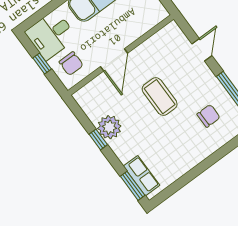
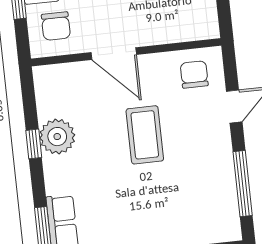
door: (114, 60) -> (114, 54), hinge flipped
chair: (208, 116) -> (194, 74), moved, turned -90

